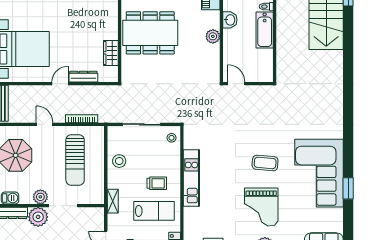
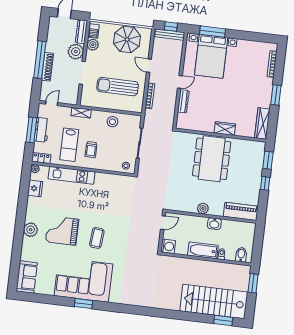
wardrobe: (111, 53) -> (225, 129), moved
washing machine: (265, 74) -> (168, 246), added
door: (60, 84) -> (180, 82), hinge flipped
door: (45, 124) -> (149, 66), swing flipped
kitchen unit: (191, 178) -> (72, 175), moved
window: (348, 188) -> (83, 304), moved
plant: (40, 197) -> (93, 45), moved

